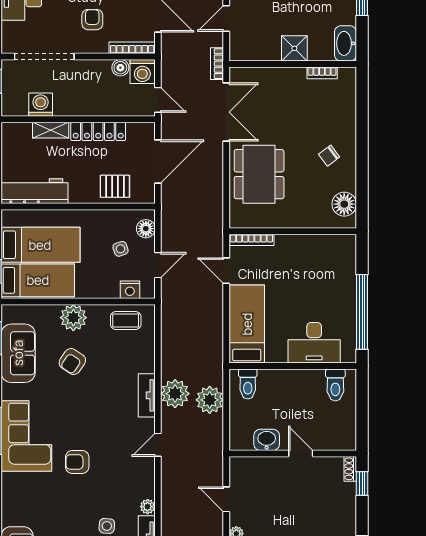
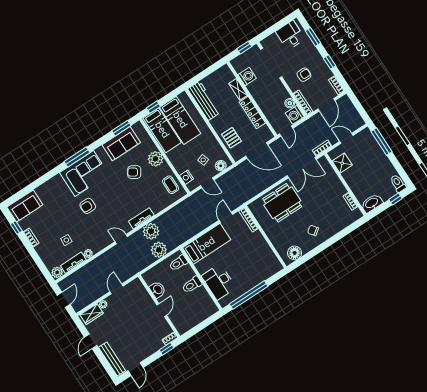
shower: (294, 48) -> (342, 163), moved
toilet: (335, 385) -> (192, 285), moved
armchair: (77, 462) -> (88, 206), turned -90

